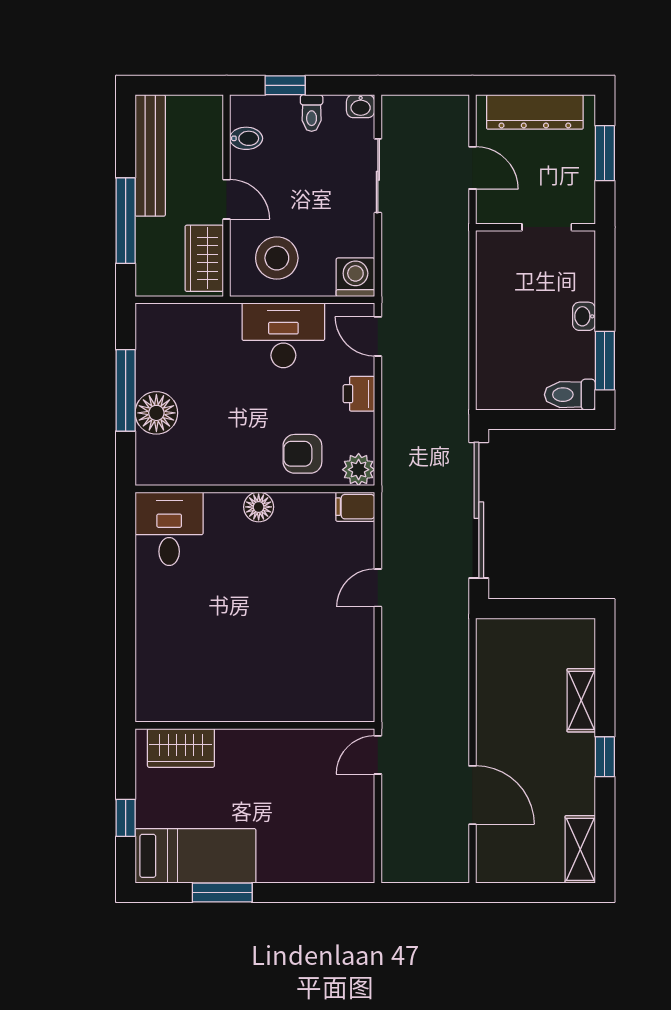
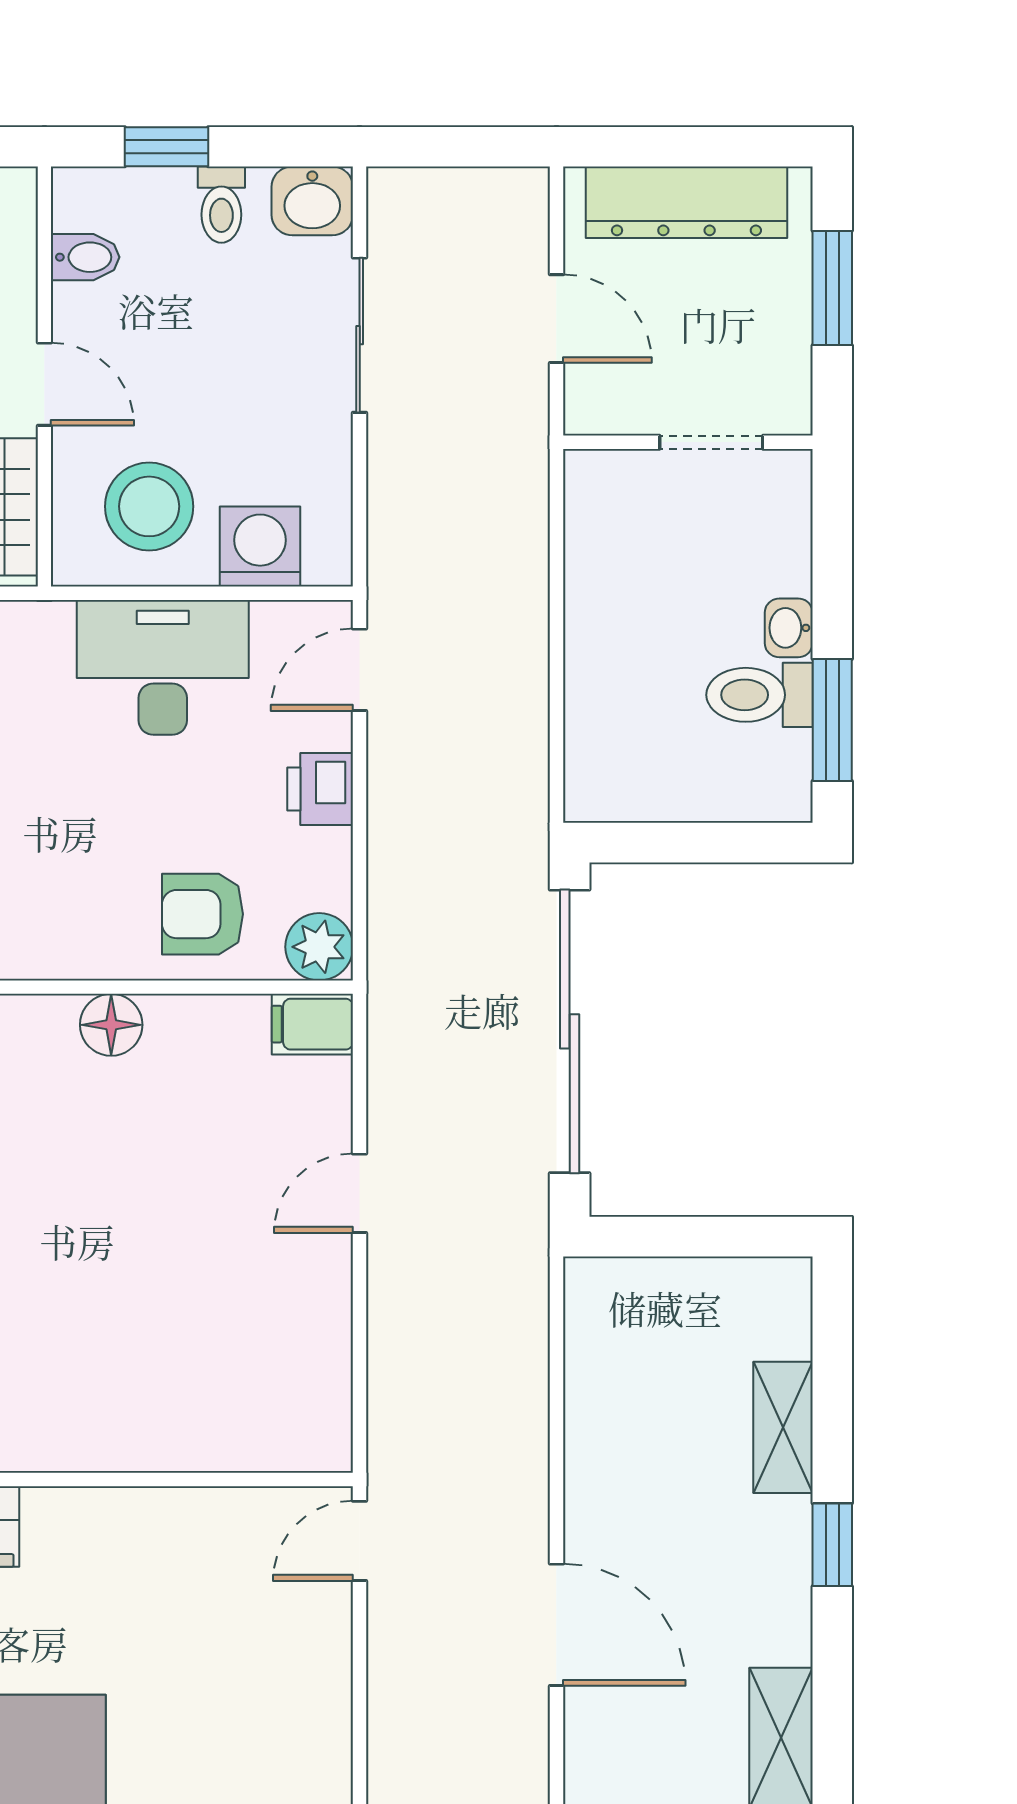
washbasin: (361, 106) -> (312, 201), width x1.38, depth x1.45
washing machine: (355, 277) -> (260, 546), moved
door: (378, 336) -> (360, 670), hinge flipped
toilet: (570, 395) -> (759, 695), moved

